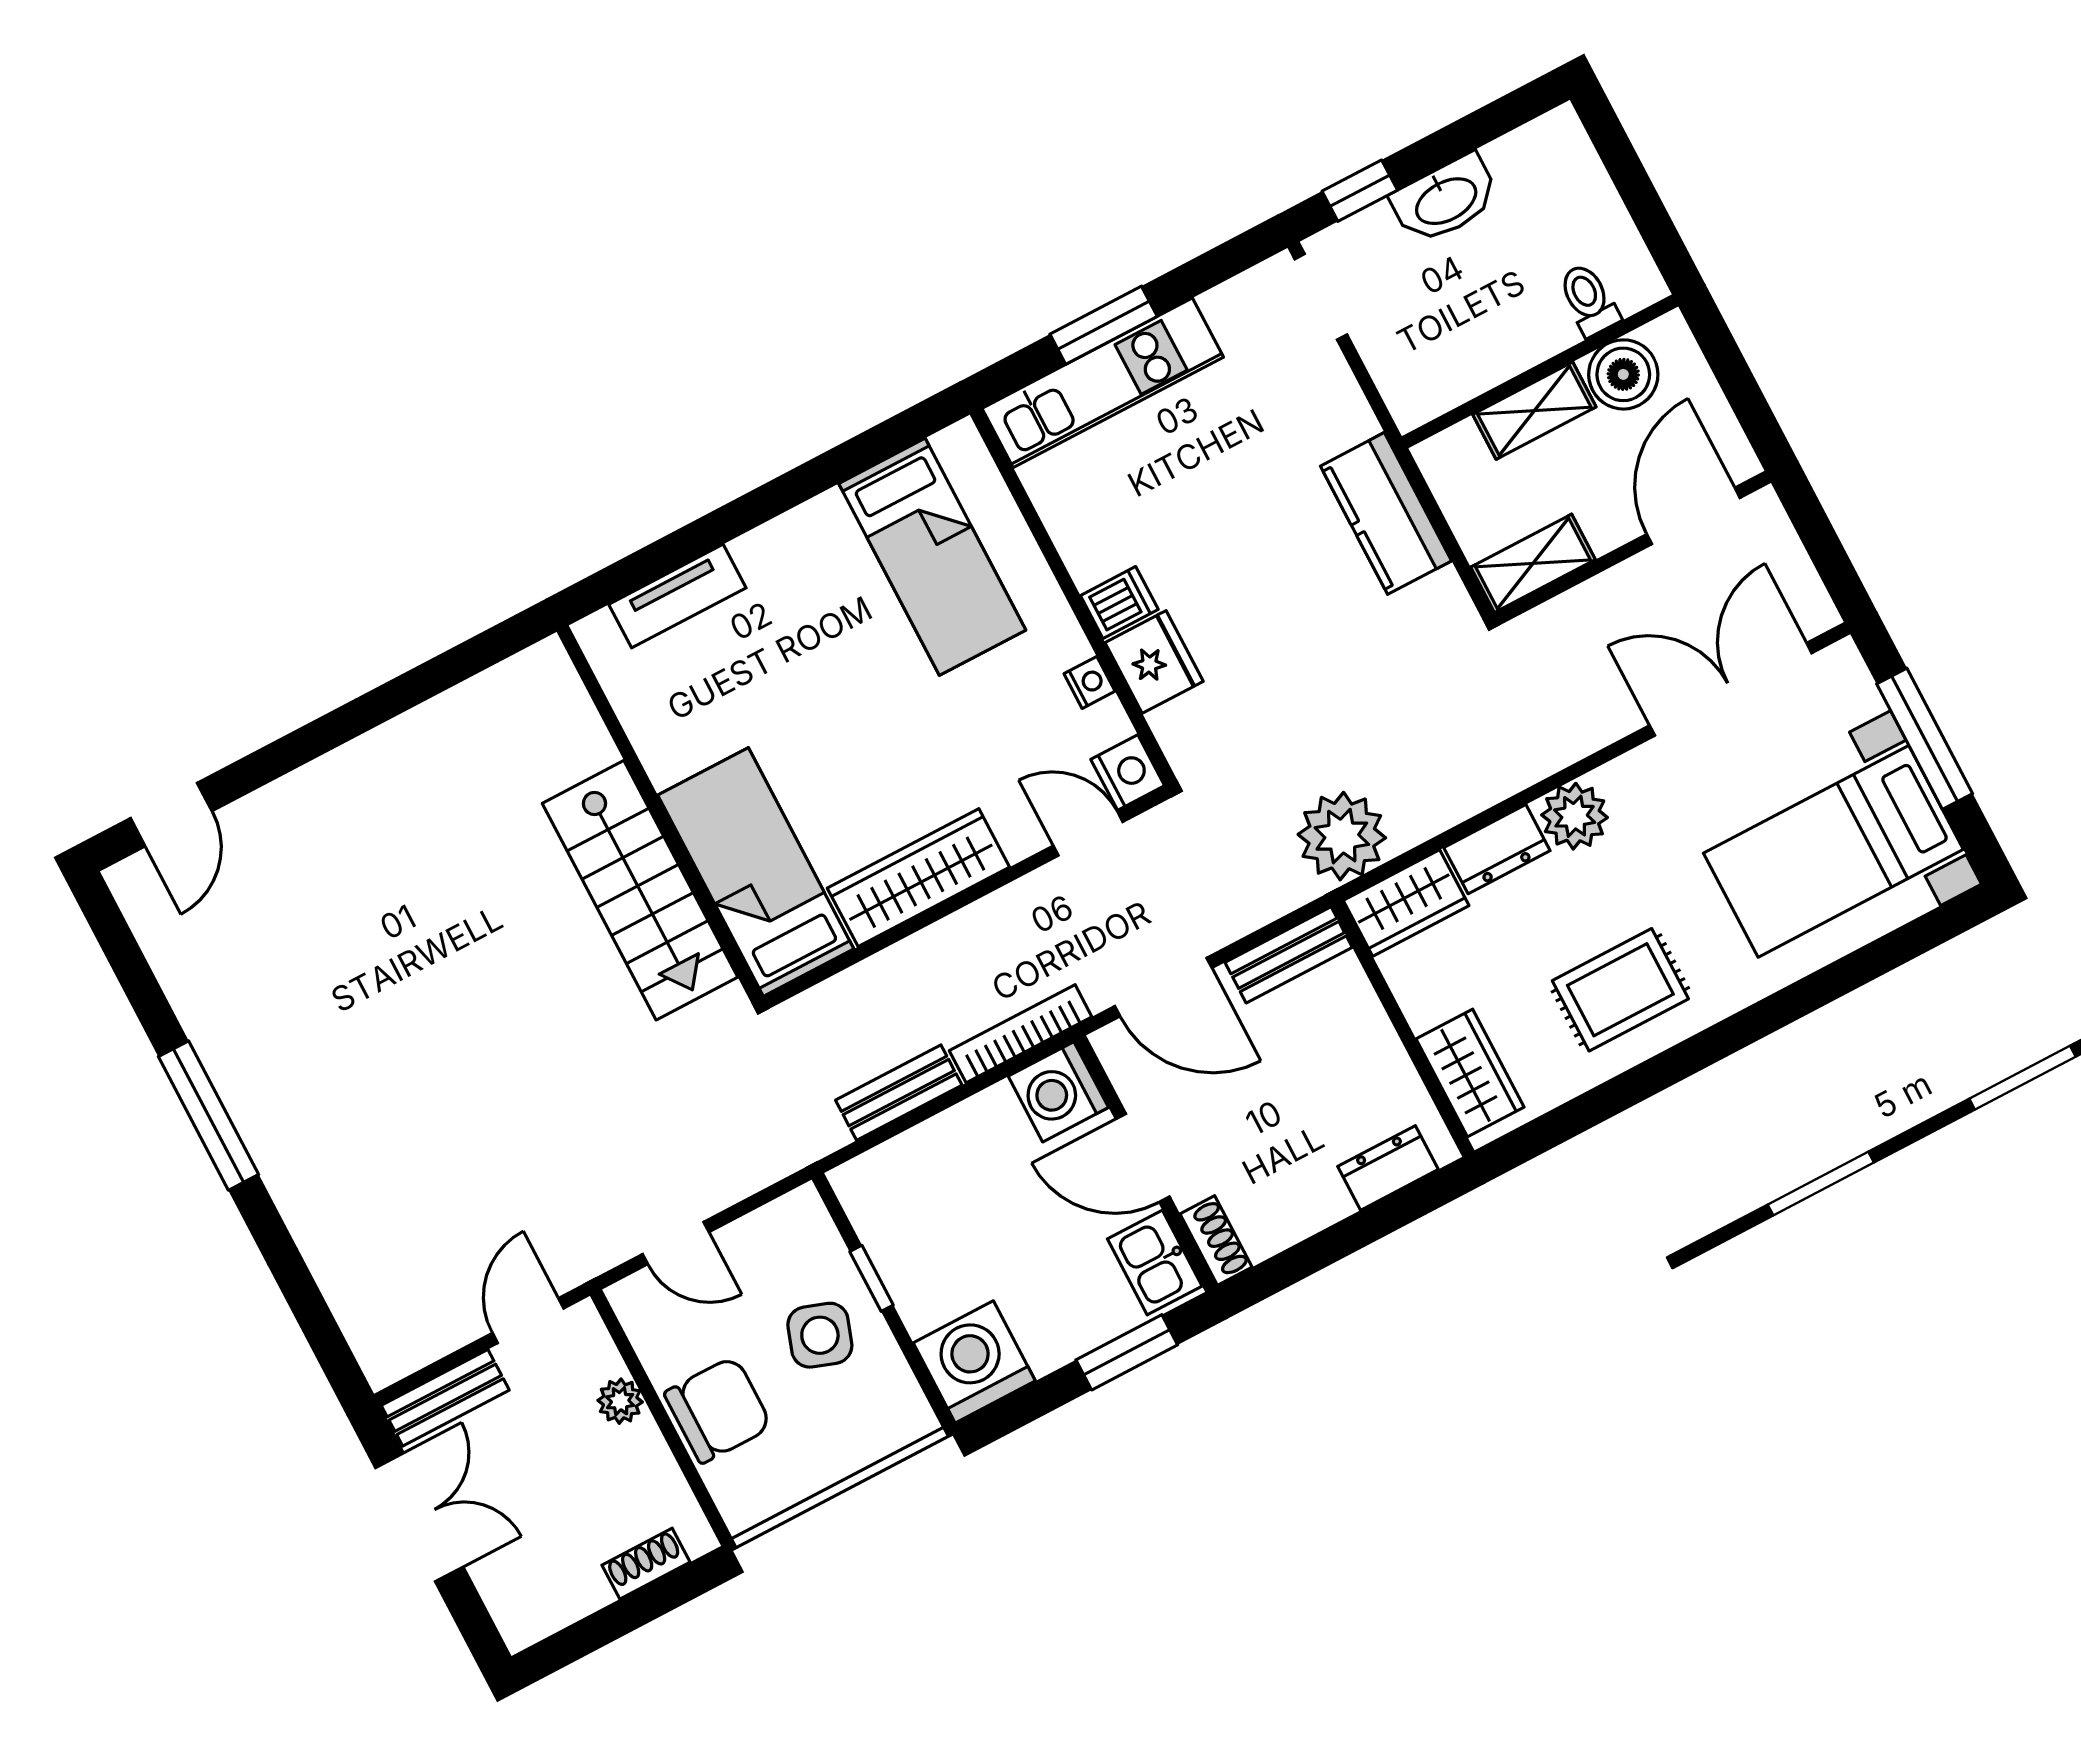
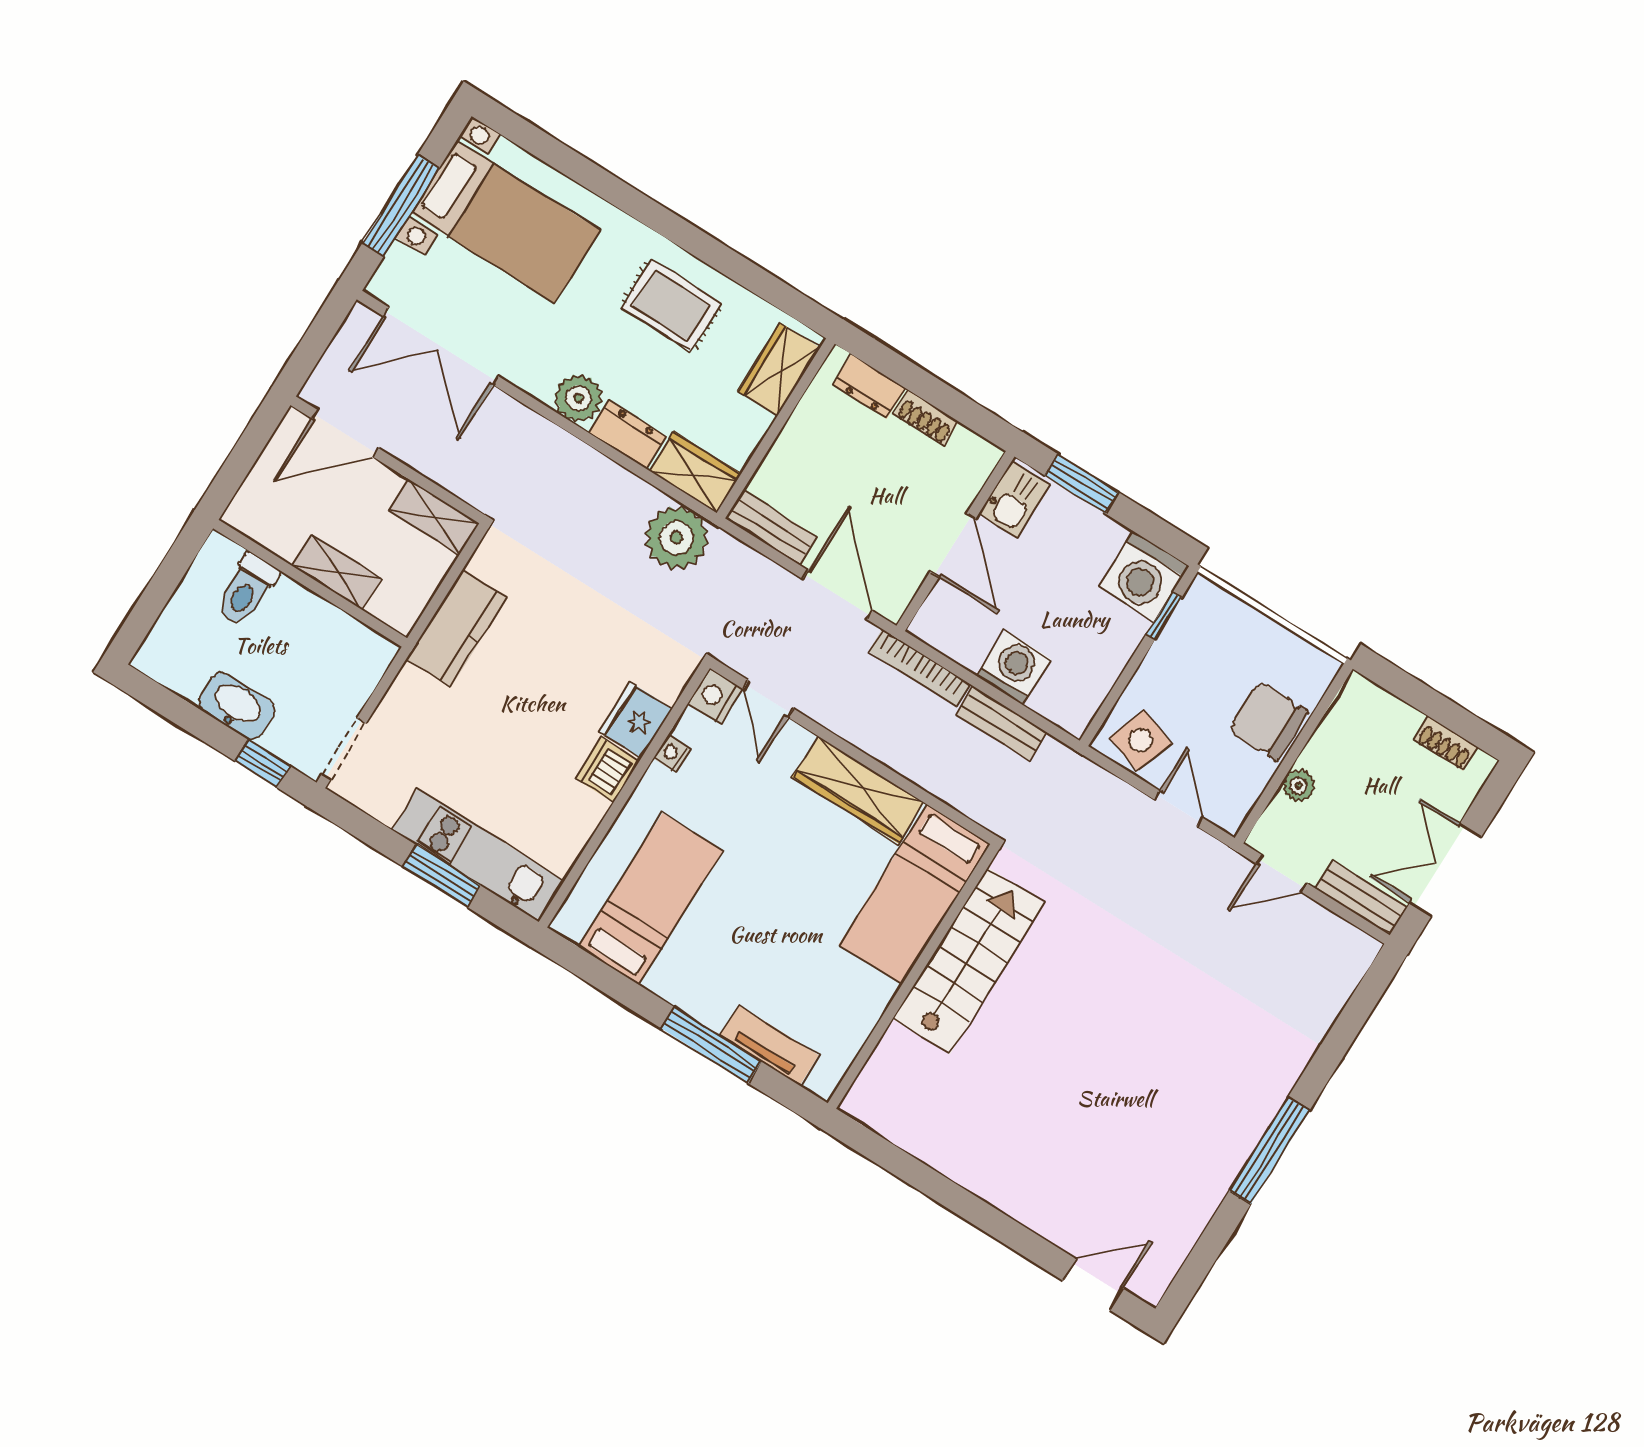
toilet: (1589, 300) -> (247, 590), width x1.37, depth x1.39
boiler: (1623, 374) -> (282, 530), removed
window: (718, 528) -> (711, 1045), added
dishwasher: (1119, 602) -> (607, 770), width x1.38
washing machine: (1058, 1092) -> (1014, 668), moved, turned -90
shoe rack: (1216, 1240) -> (926, 418), moved, turned -90
window: (871, 1278) -> (1164, 615), moved
side table: (820, 1335) -> (1140, 740), moved
shoe rack: (646, 1564) -> (1446, 744), moved

